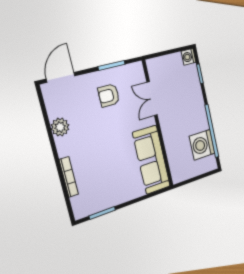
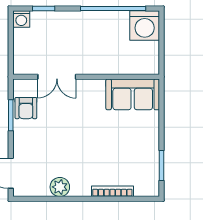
armchair: (109, 95) -> (26, 108), moved
washing machine: (202, 145) -> (145, 25), moved
sofa: (151, 160) -> (133, 94), width x0.73

